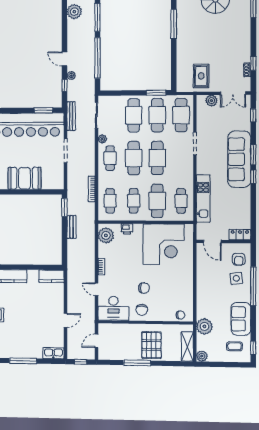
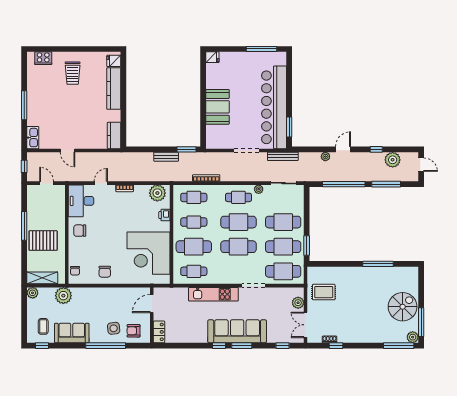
window: (64, 85) -> (376, 149), moved
kitchen unit: (203, 198) -> (213, 294), moved
chair: (144, 288) -> (105, 272), moved

